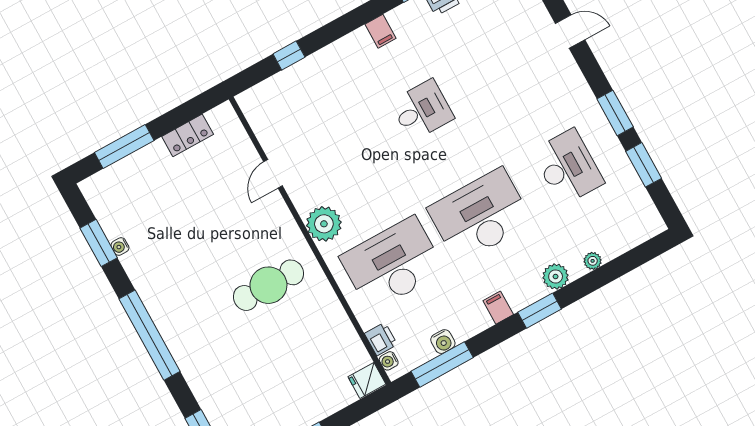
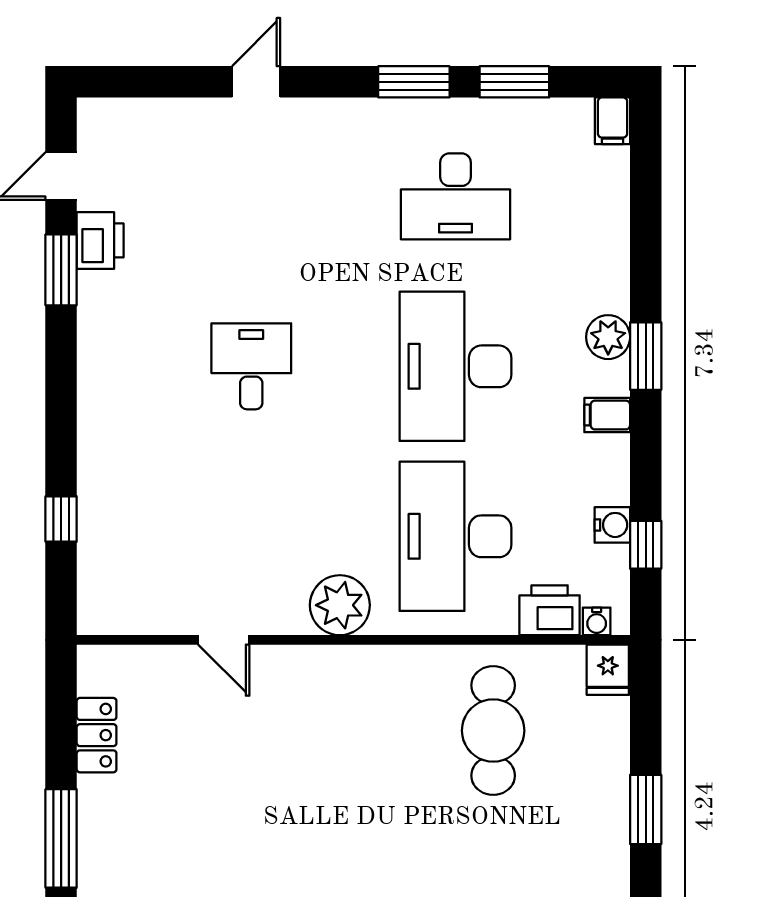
filing cabinet: (380, 31) -> (613, 121), moved, turned 90
desk: (568, 167) -> (455, 196), turned 180
plant: (593, 261) -> (615, 236), removed
plant: (556, 277) -> (608, 337), moved
cafe table: (268, 285) -> (493, 731), moved
printer: (381, 339) -> (550, 610), width x1.36, depth x1.24
window: (442, 364) -> (646, 545), width x0.46

